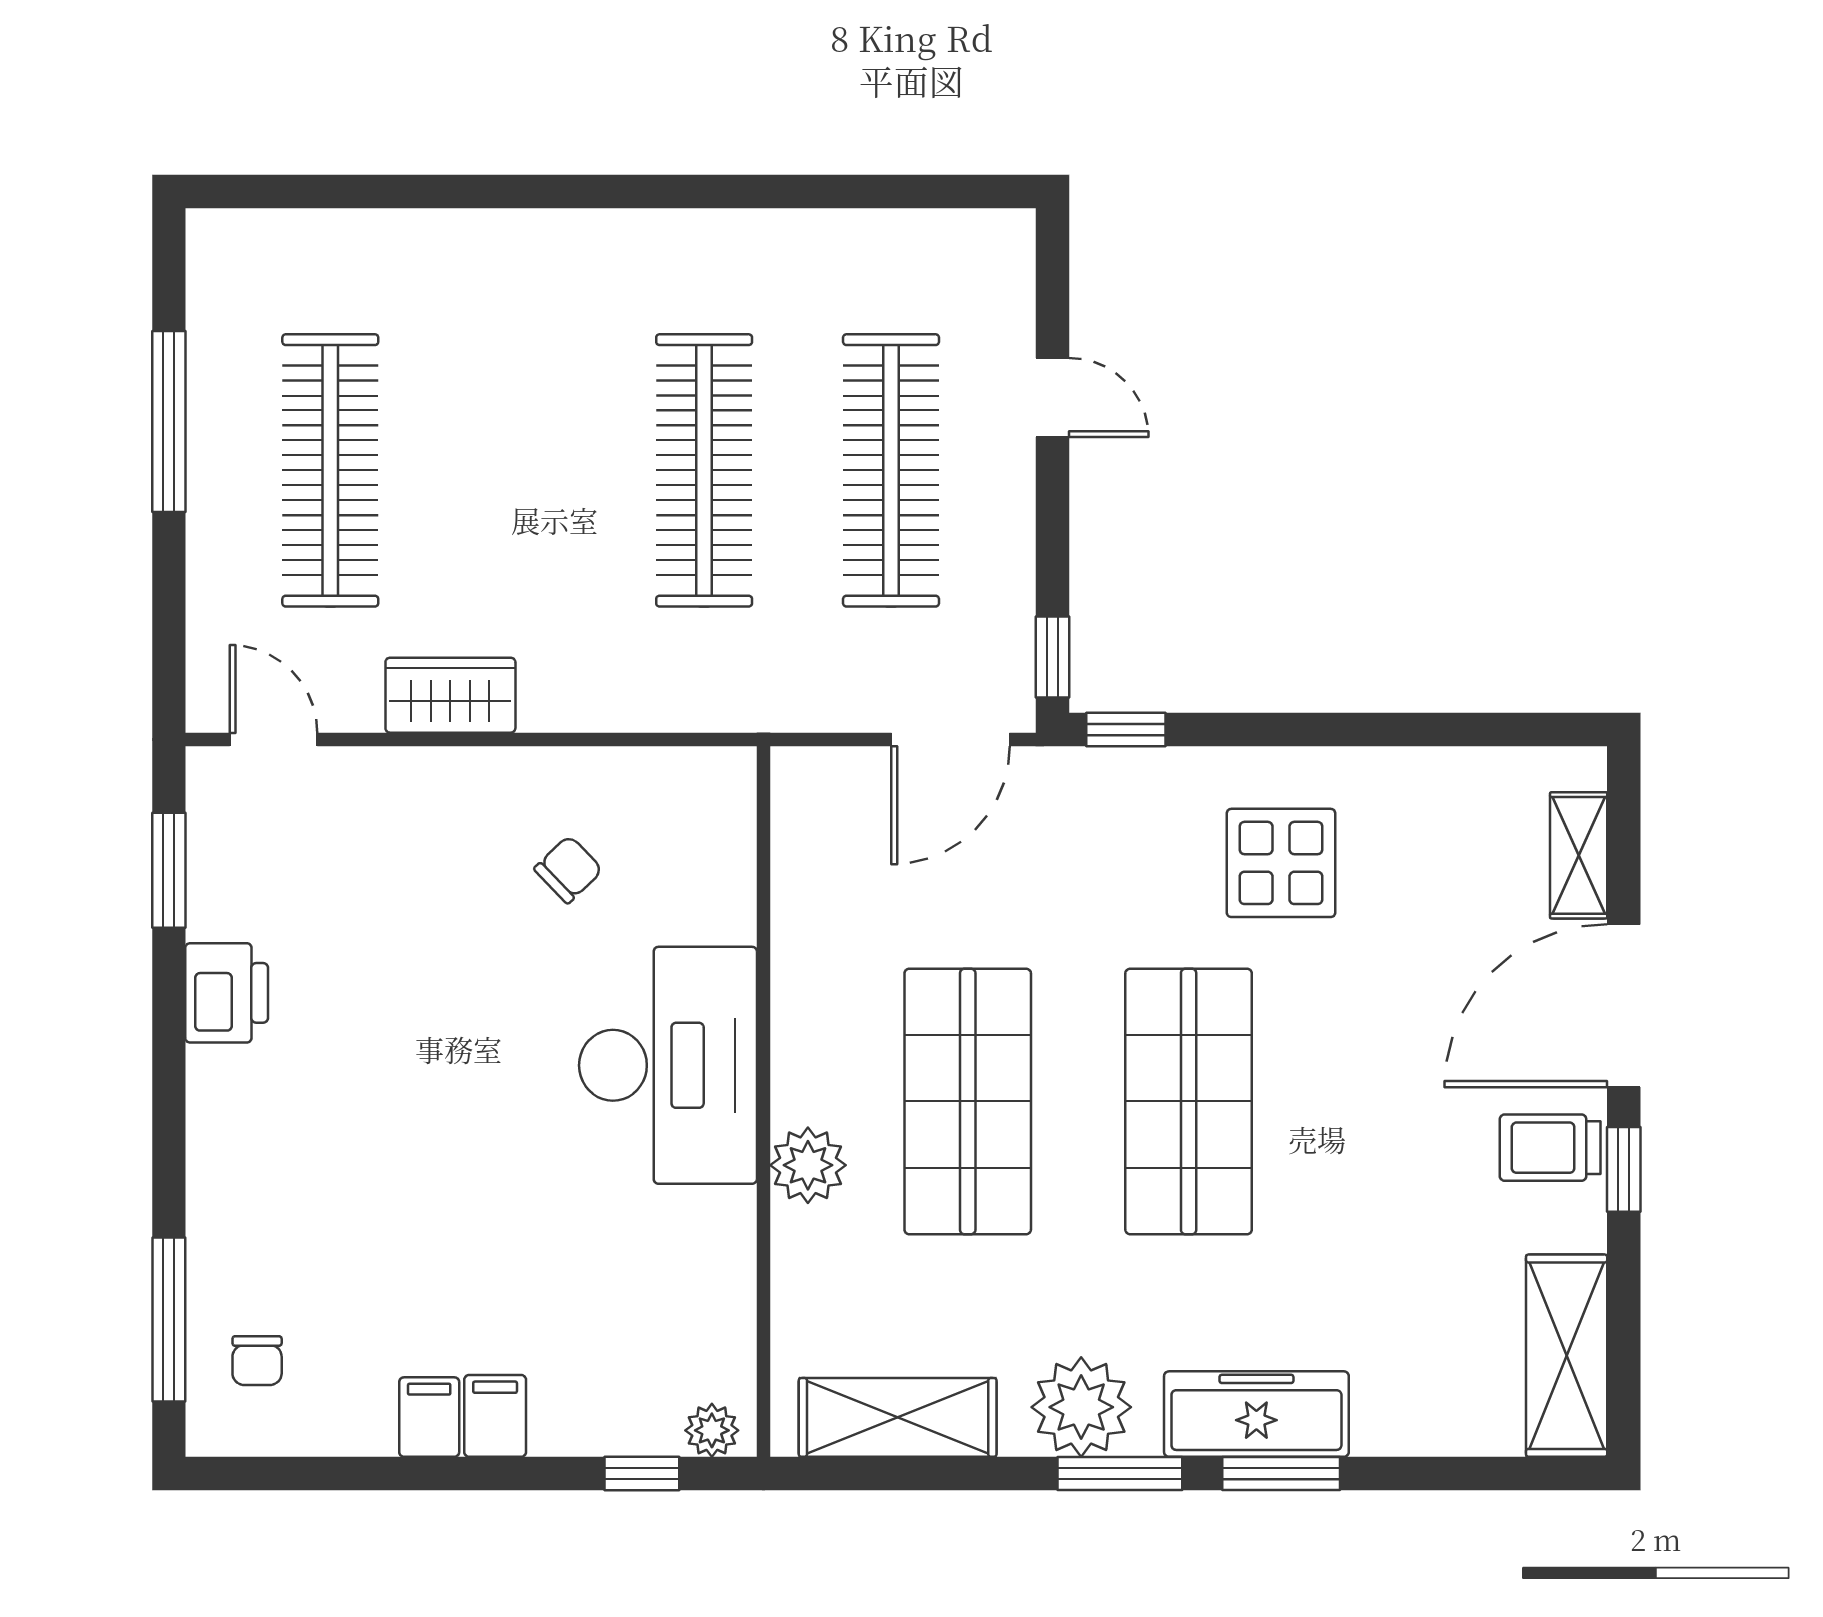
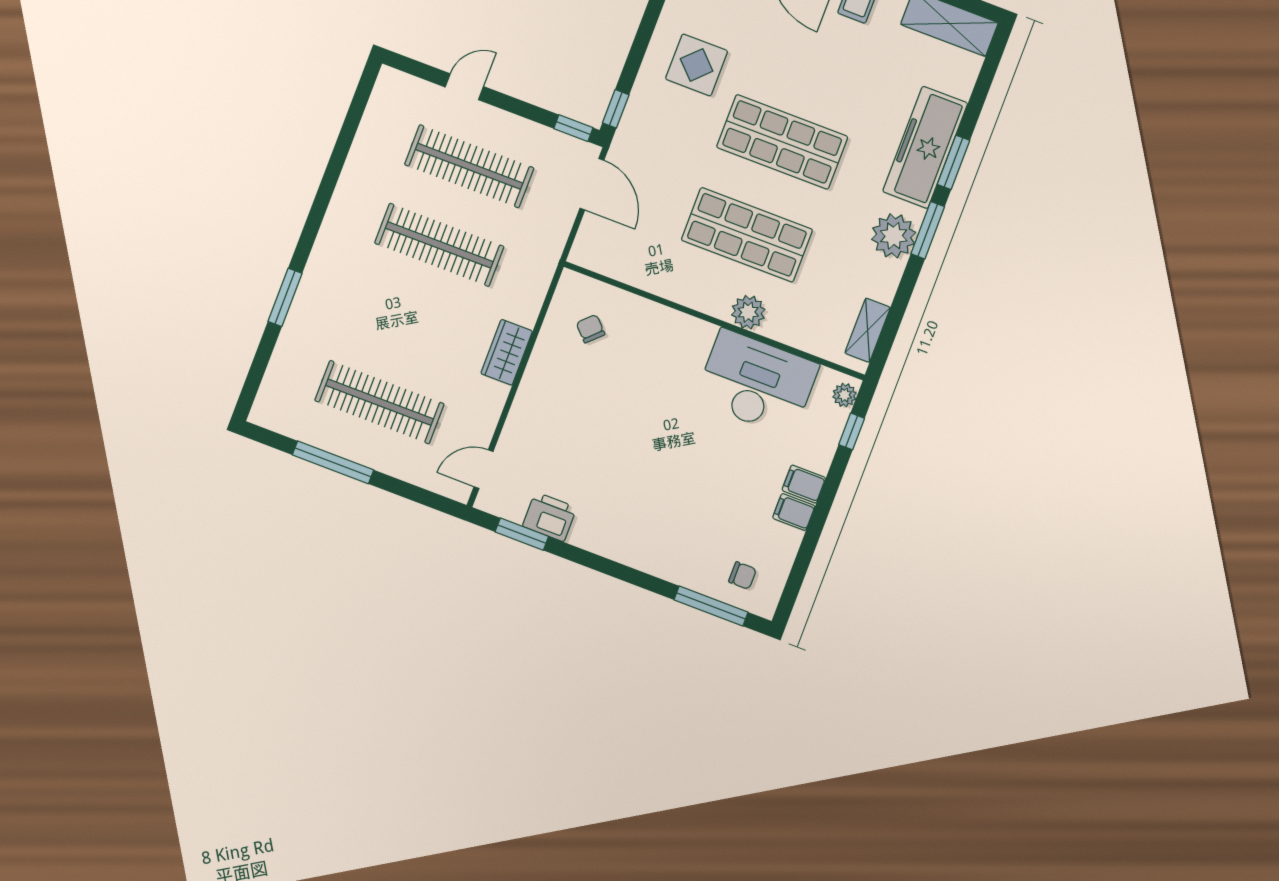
window: (473, 191) -> (285, 297), added
wardrobe: (450, 695) -> (507, 352), moved
chair: (568, 869) -> (590, 329), moved
printer: (227, 993) -> (550, 517), moved
desk: (668, 1065) -> (757, 383), moved
freezer: (1256, 1414) -> (925, 147), width x1.36, depth x1.26
shelving: (898, 1417) -> (868, 330), width x0.67, depth x0.75

